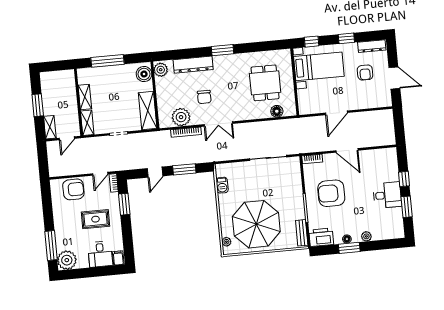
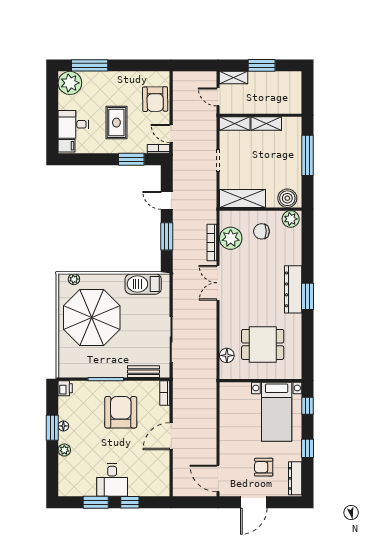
dresser: (193, 65) -> (293, 289), moved
chair: (204, 97) -> (261, 231), moved
door: (336, 113) -> (218, 478), moved
barbecue: (222, 185) -> (143, 284), width x1.88, depth x1.53
bench: (302, 233) -> (144, 372), moved
printer: (321, 237) -> (65, 388), width x0.53, depth x0.68

